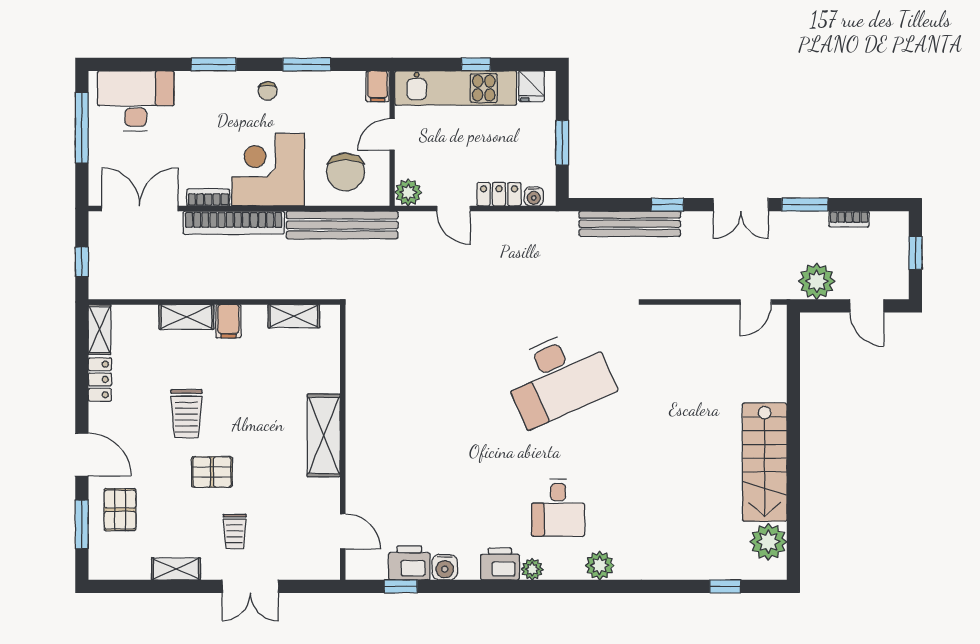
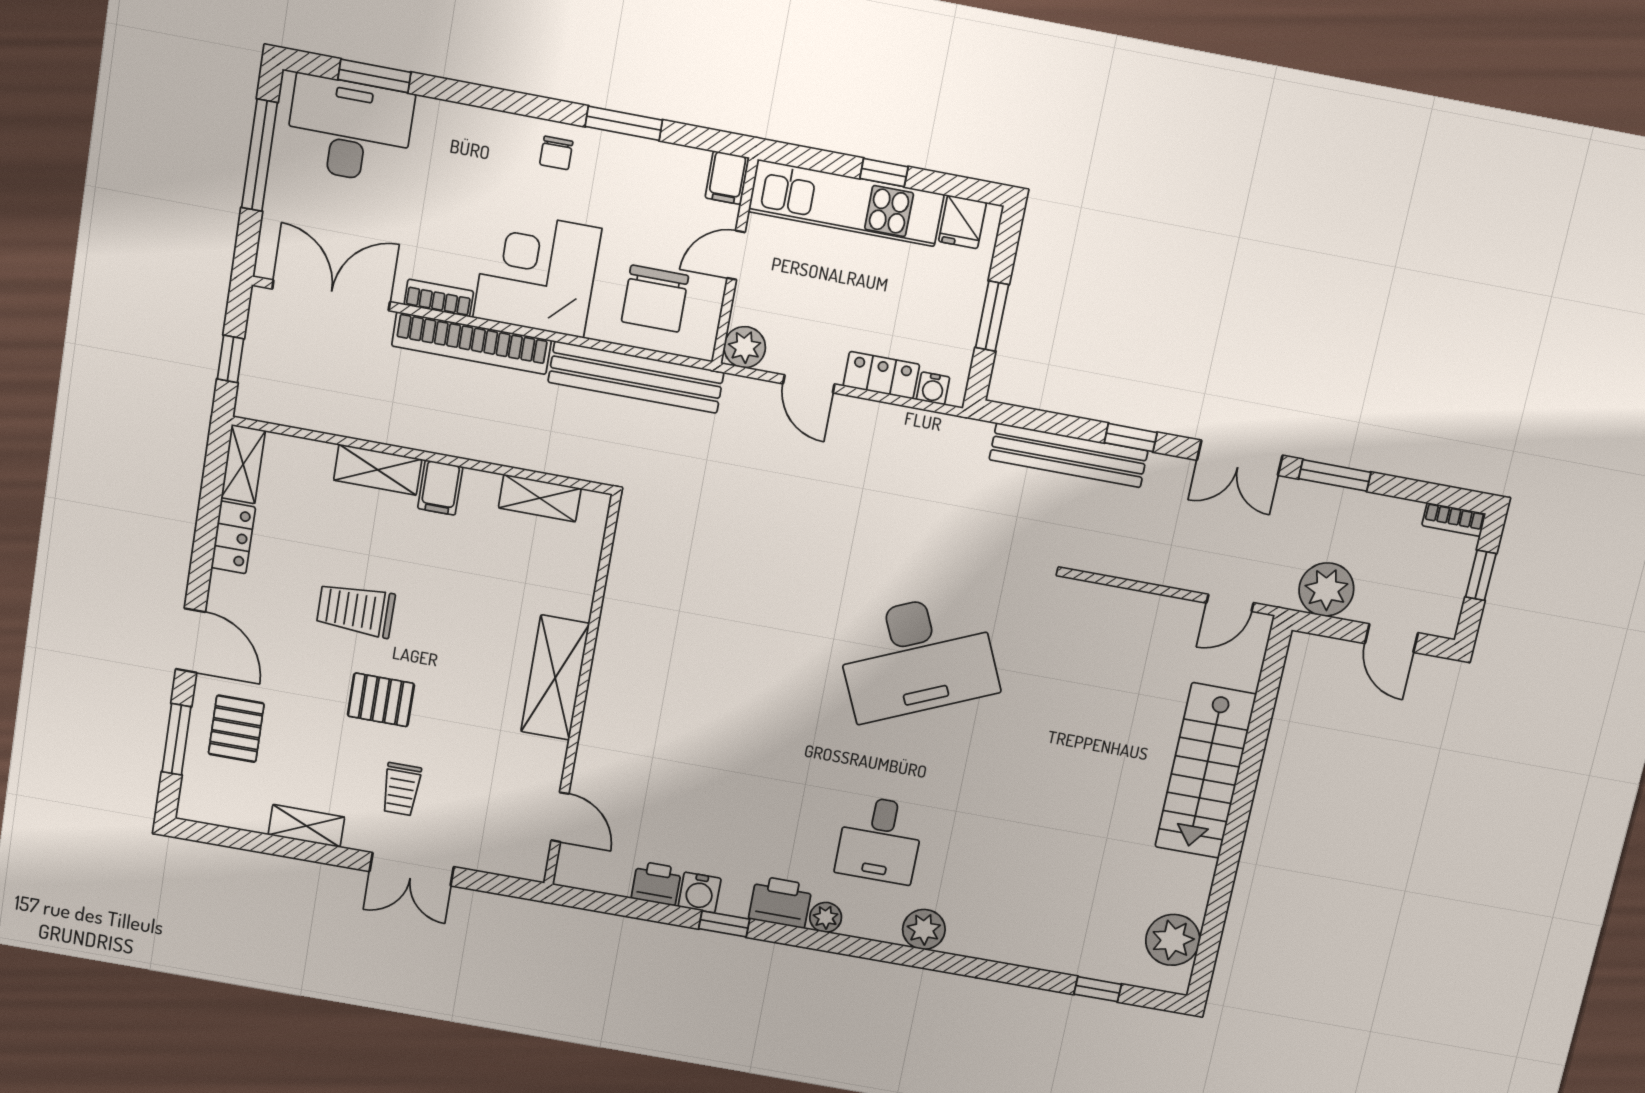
window: (214, 64) -> (374, 76), moved
bookcase: (849, 219) -> (1454, 519), moved
trolley: (186, 414) -> (356, 610), turned 90
stairs: (765, 462) -> (1206, 771), moved
printer: (409, 563) -> (656, 883), width x0.73, depth x0.81
window: (401, 586) -> (724, 924), moved

